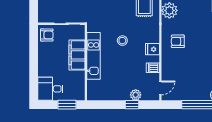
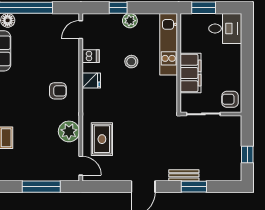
stool: (122, 41) -> (131, 62), moved
kitchen unit: (94, 56) -> (169, 44), moved
plant: (136, 95) -> (130, 21), moved

